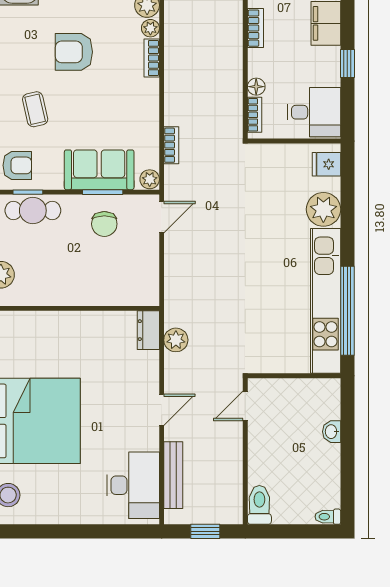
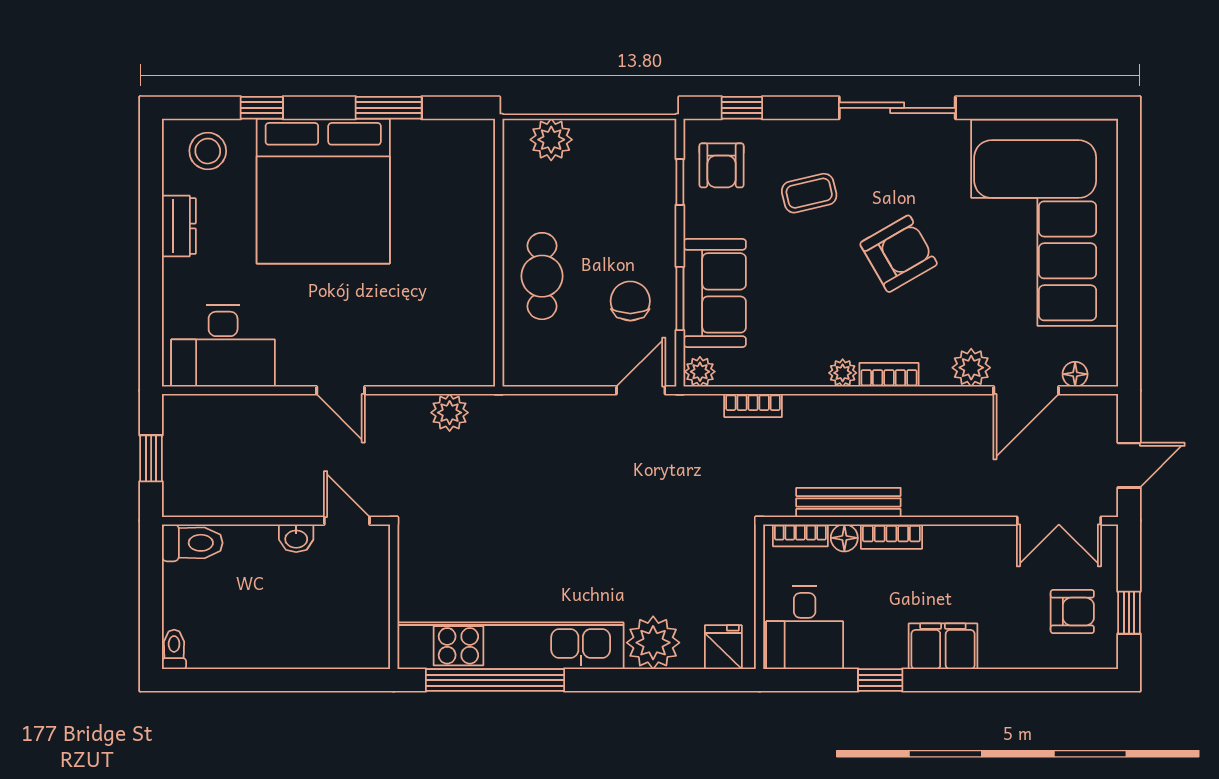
plant: (150, 28) -> (843, 373), moved
bookcase: (255, 28) -> (891, 537), moved
armchair: (74, 52) -> (899, 254), turned 60
cafe table: (33, 211) -> (542, 276), moved
door: (162, 217) -> (641, 390), swing flipped
chair: (104, 224) -> (630, 301), turned 90
dresser: (148, 330) -> (179, 226), moved, turned 90
washbasin: (332, 432) -> (296, 538), moved, turned 180
bench: (173, 475) -> (848, 502), moved

